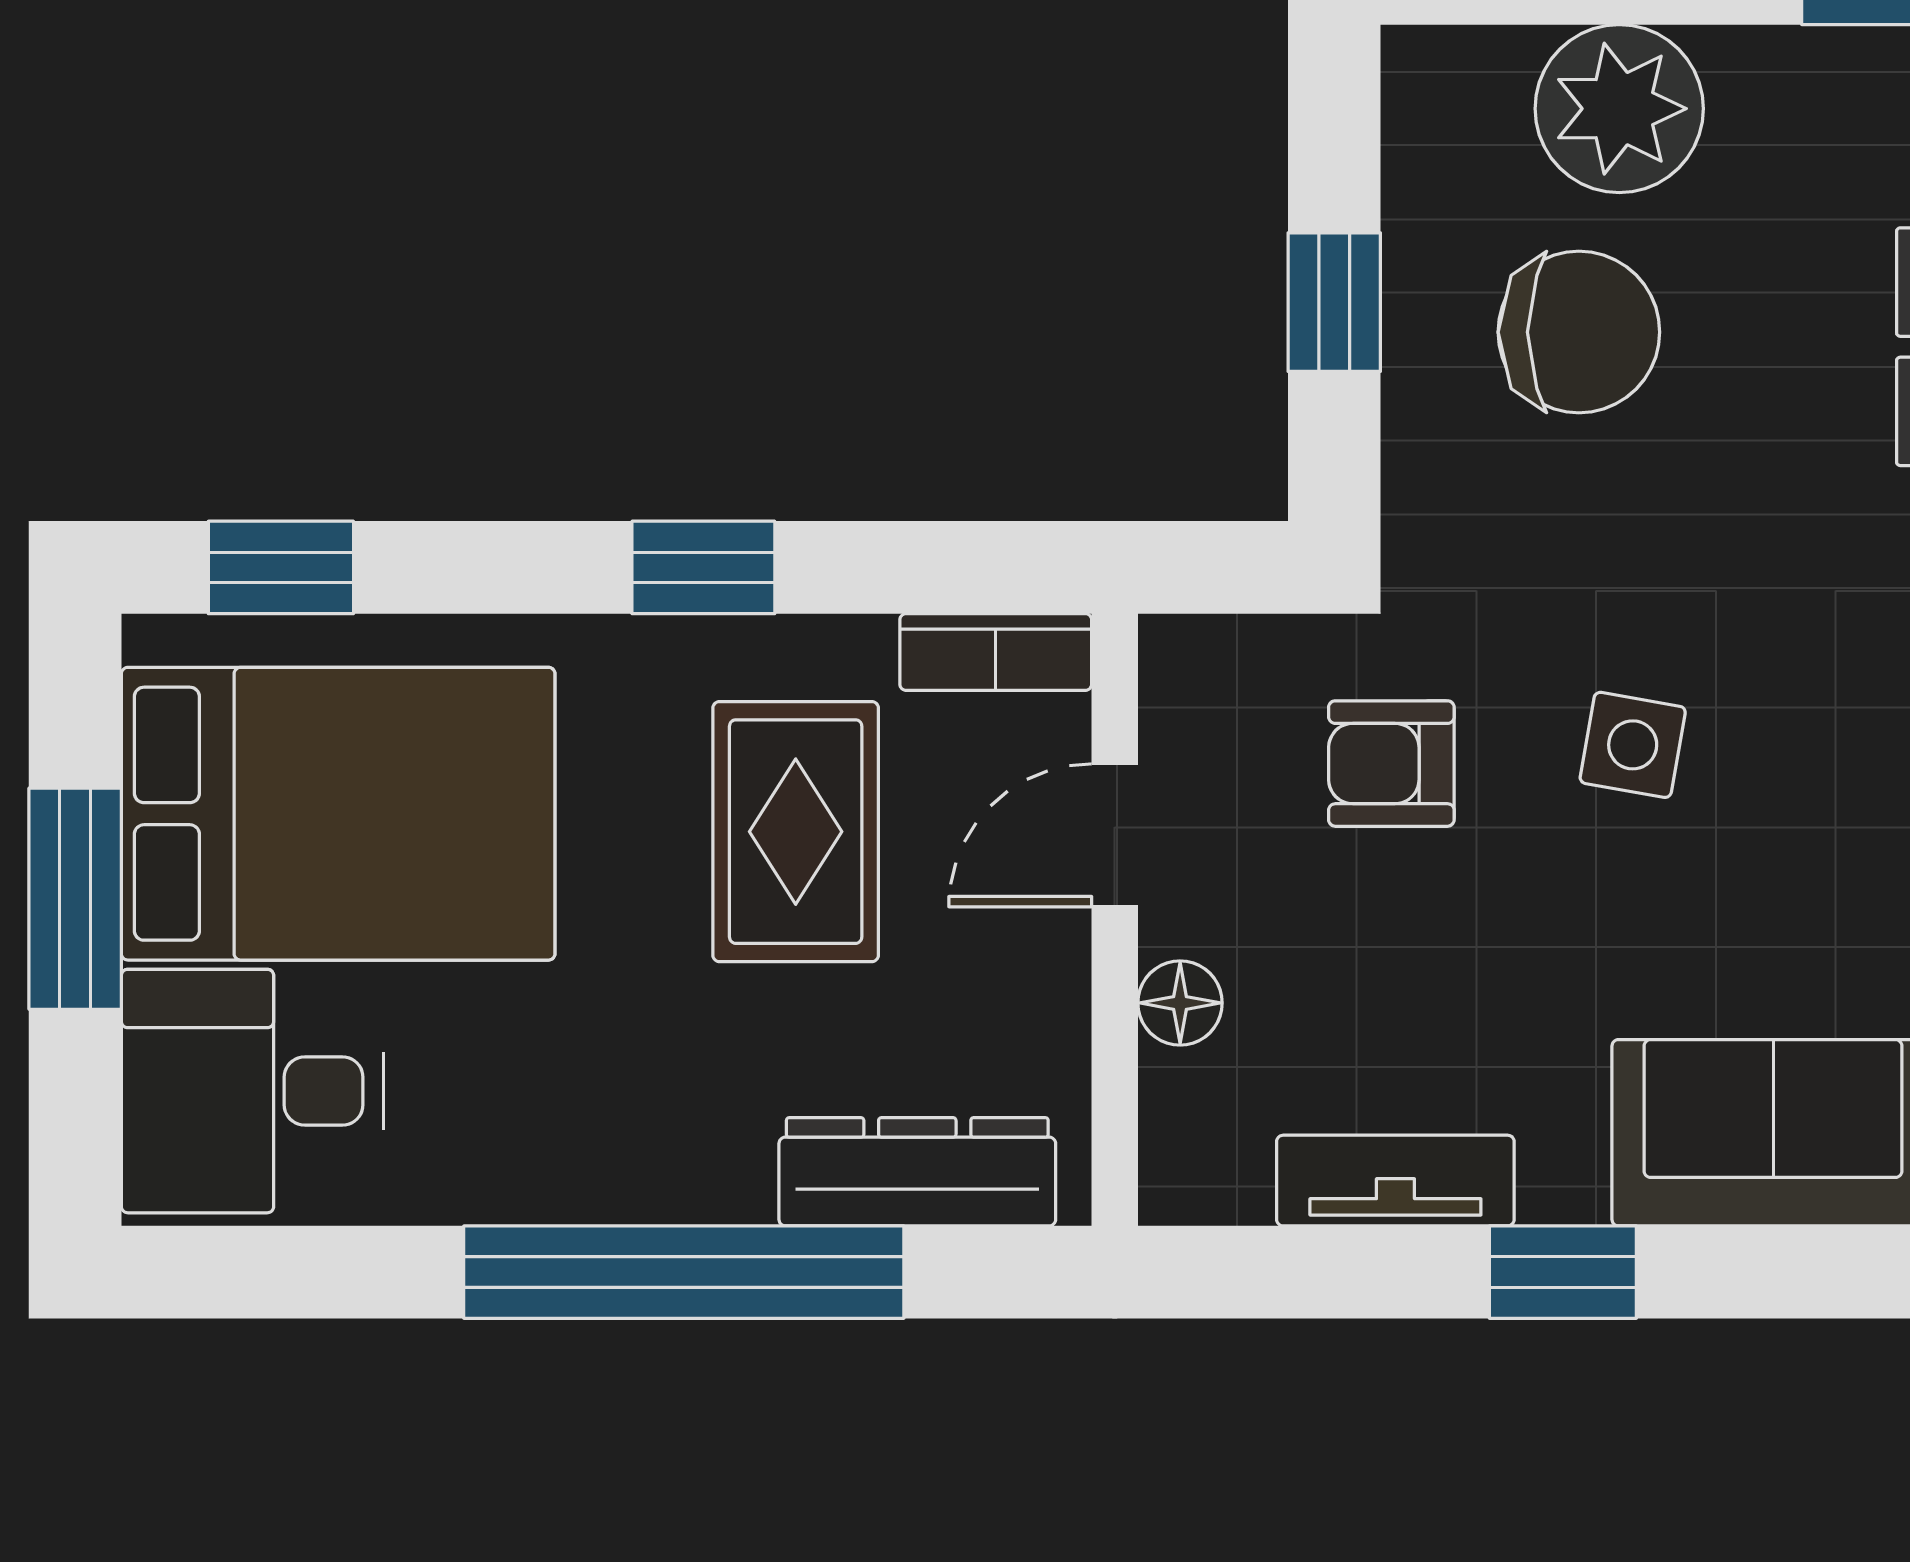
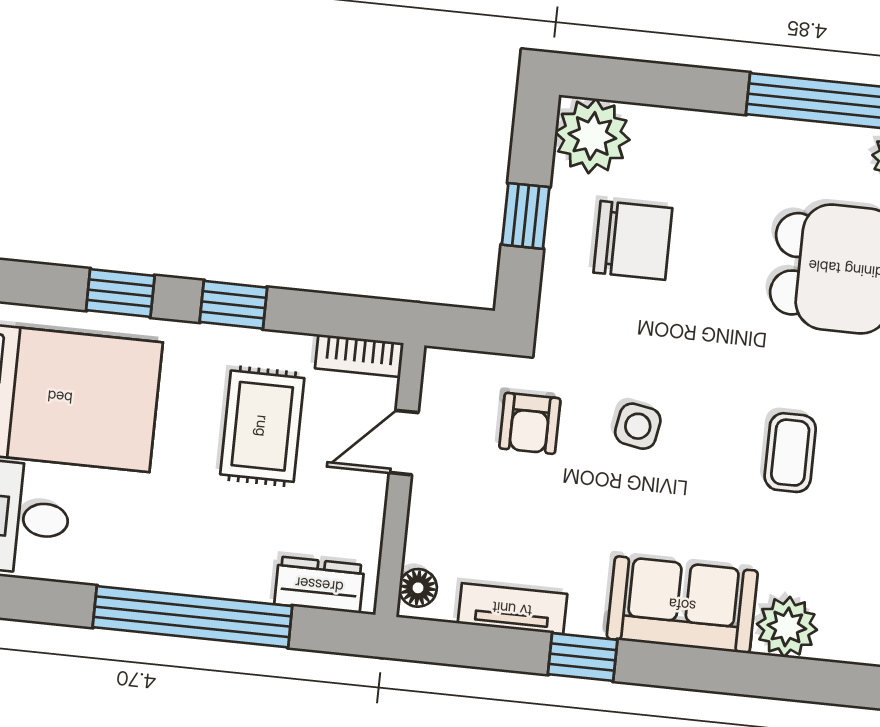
plant: (1619, 109) -> (592, 136), moved
window: (281, 567) -> (120, 293), moved
armchair: (1391, 764) -> (530, 423), turned -90
floor lamp: (1180, 1003) -> (418, 588), moved
dresser: (917, 1172) -> (319, 585), width x0.70

